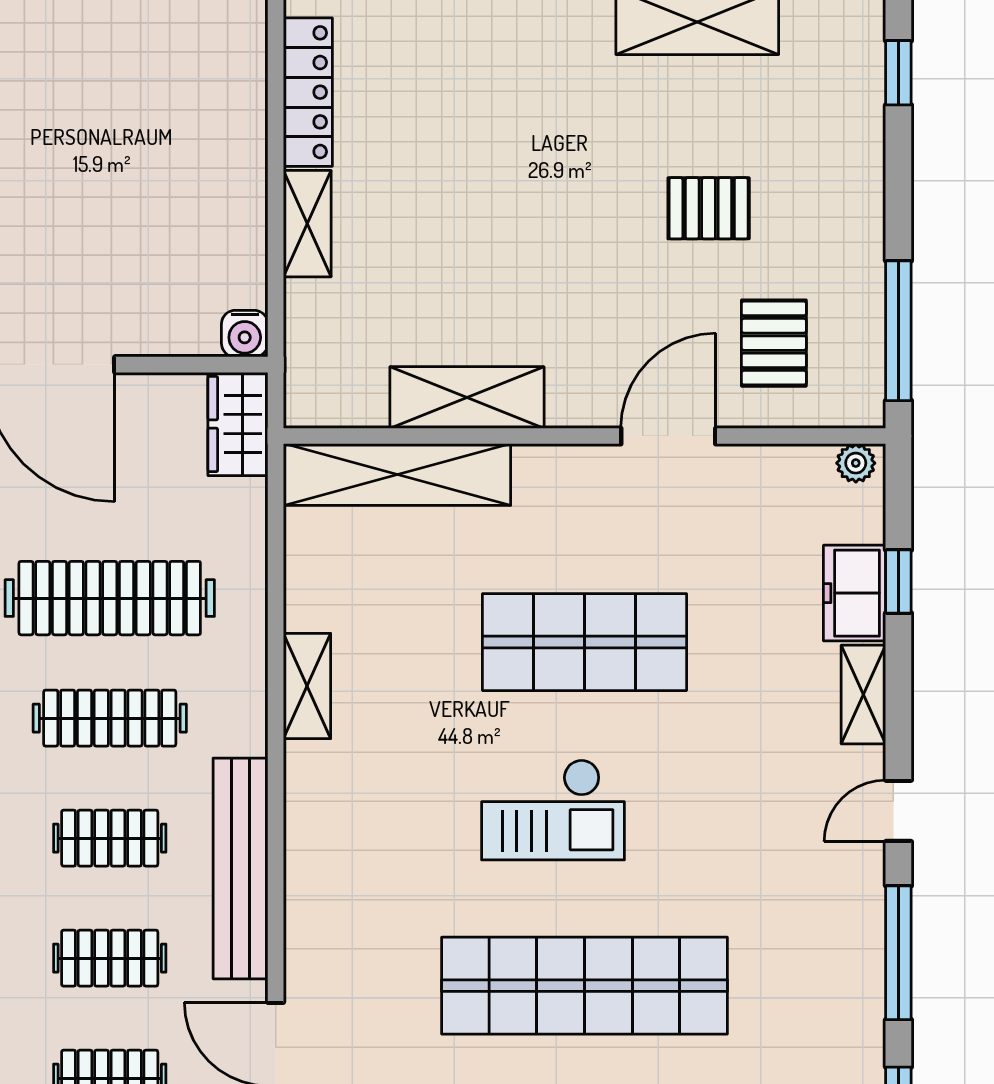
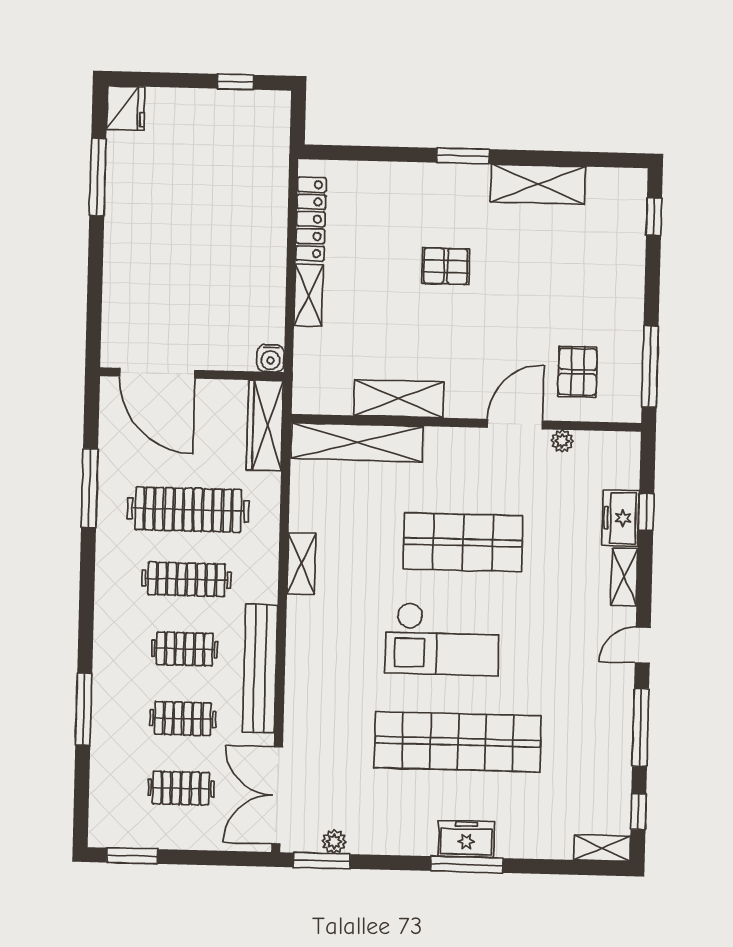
pallet: (709, 208) -> (446, 266), moved
wardrobe: (238, 424) -> (265, 426), width x1.50
plant: (856, 463) -> (562, 441), moved
checkout: (553, 810) -> (442, 639), width x1.36, depth x1.21

